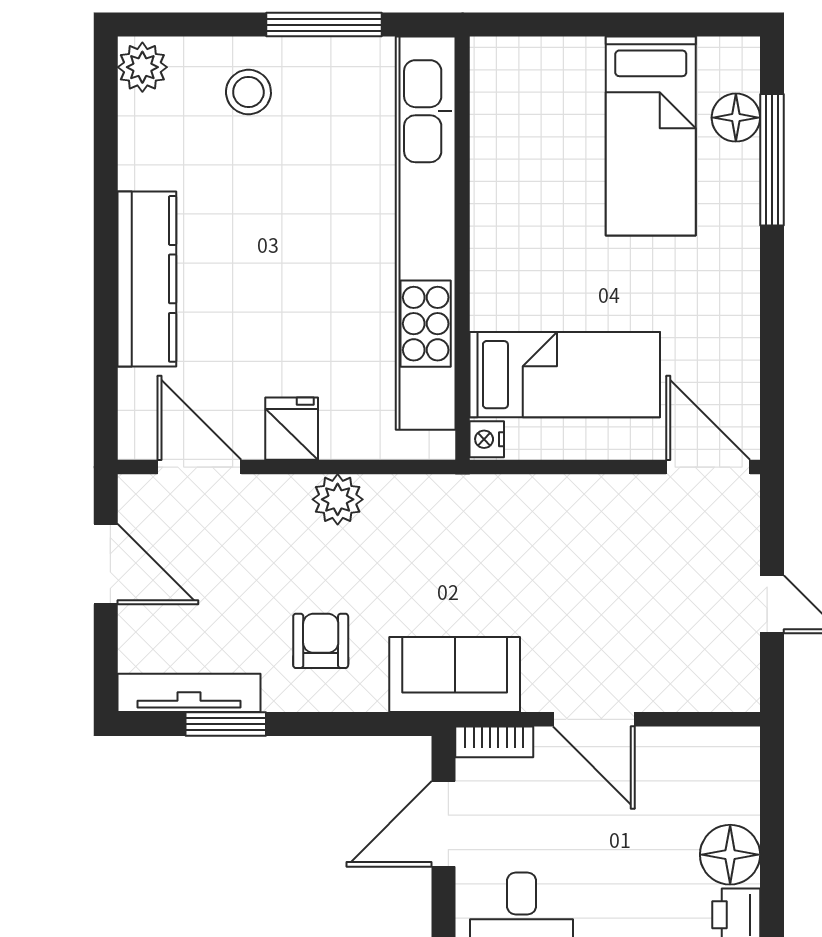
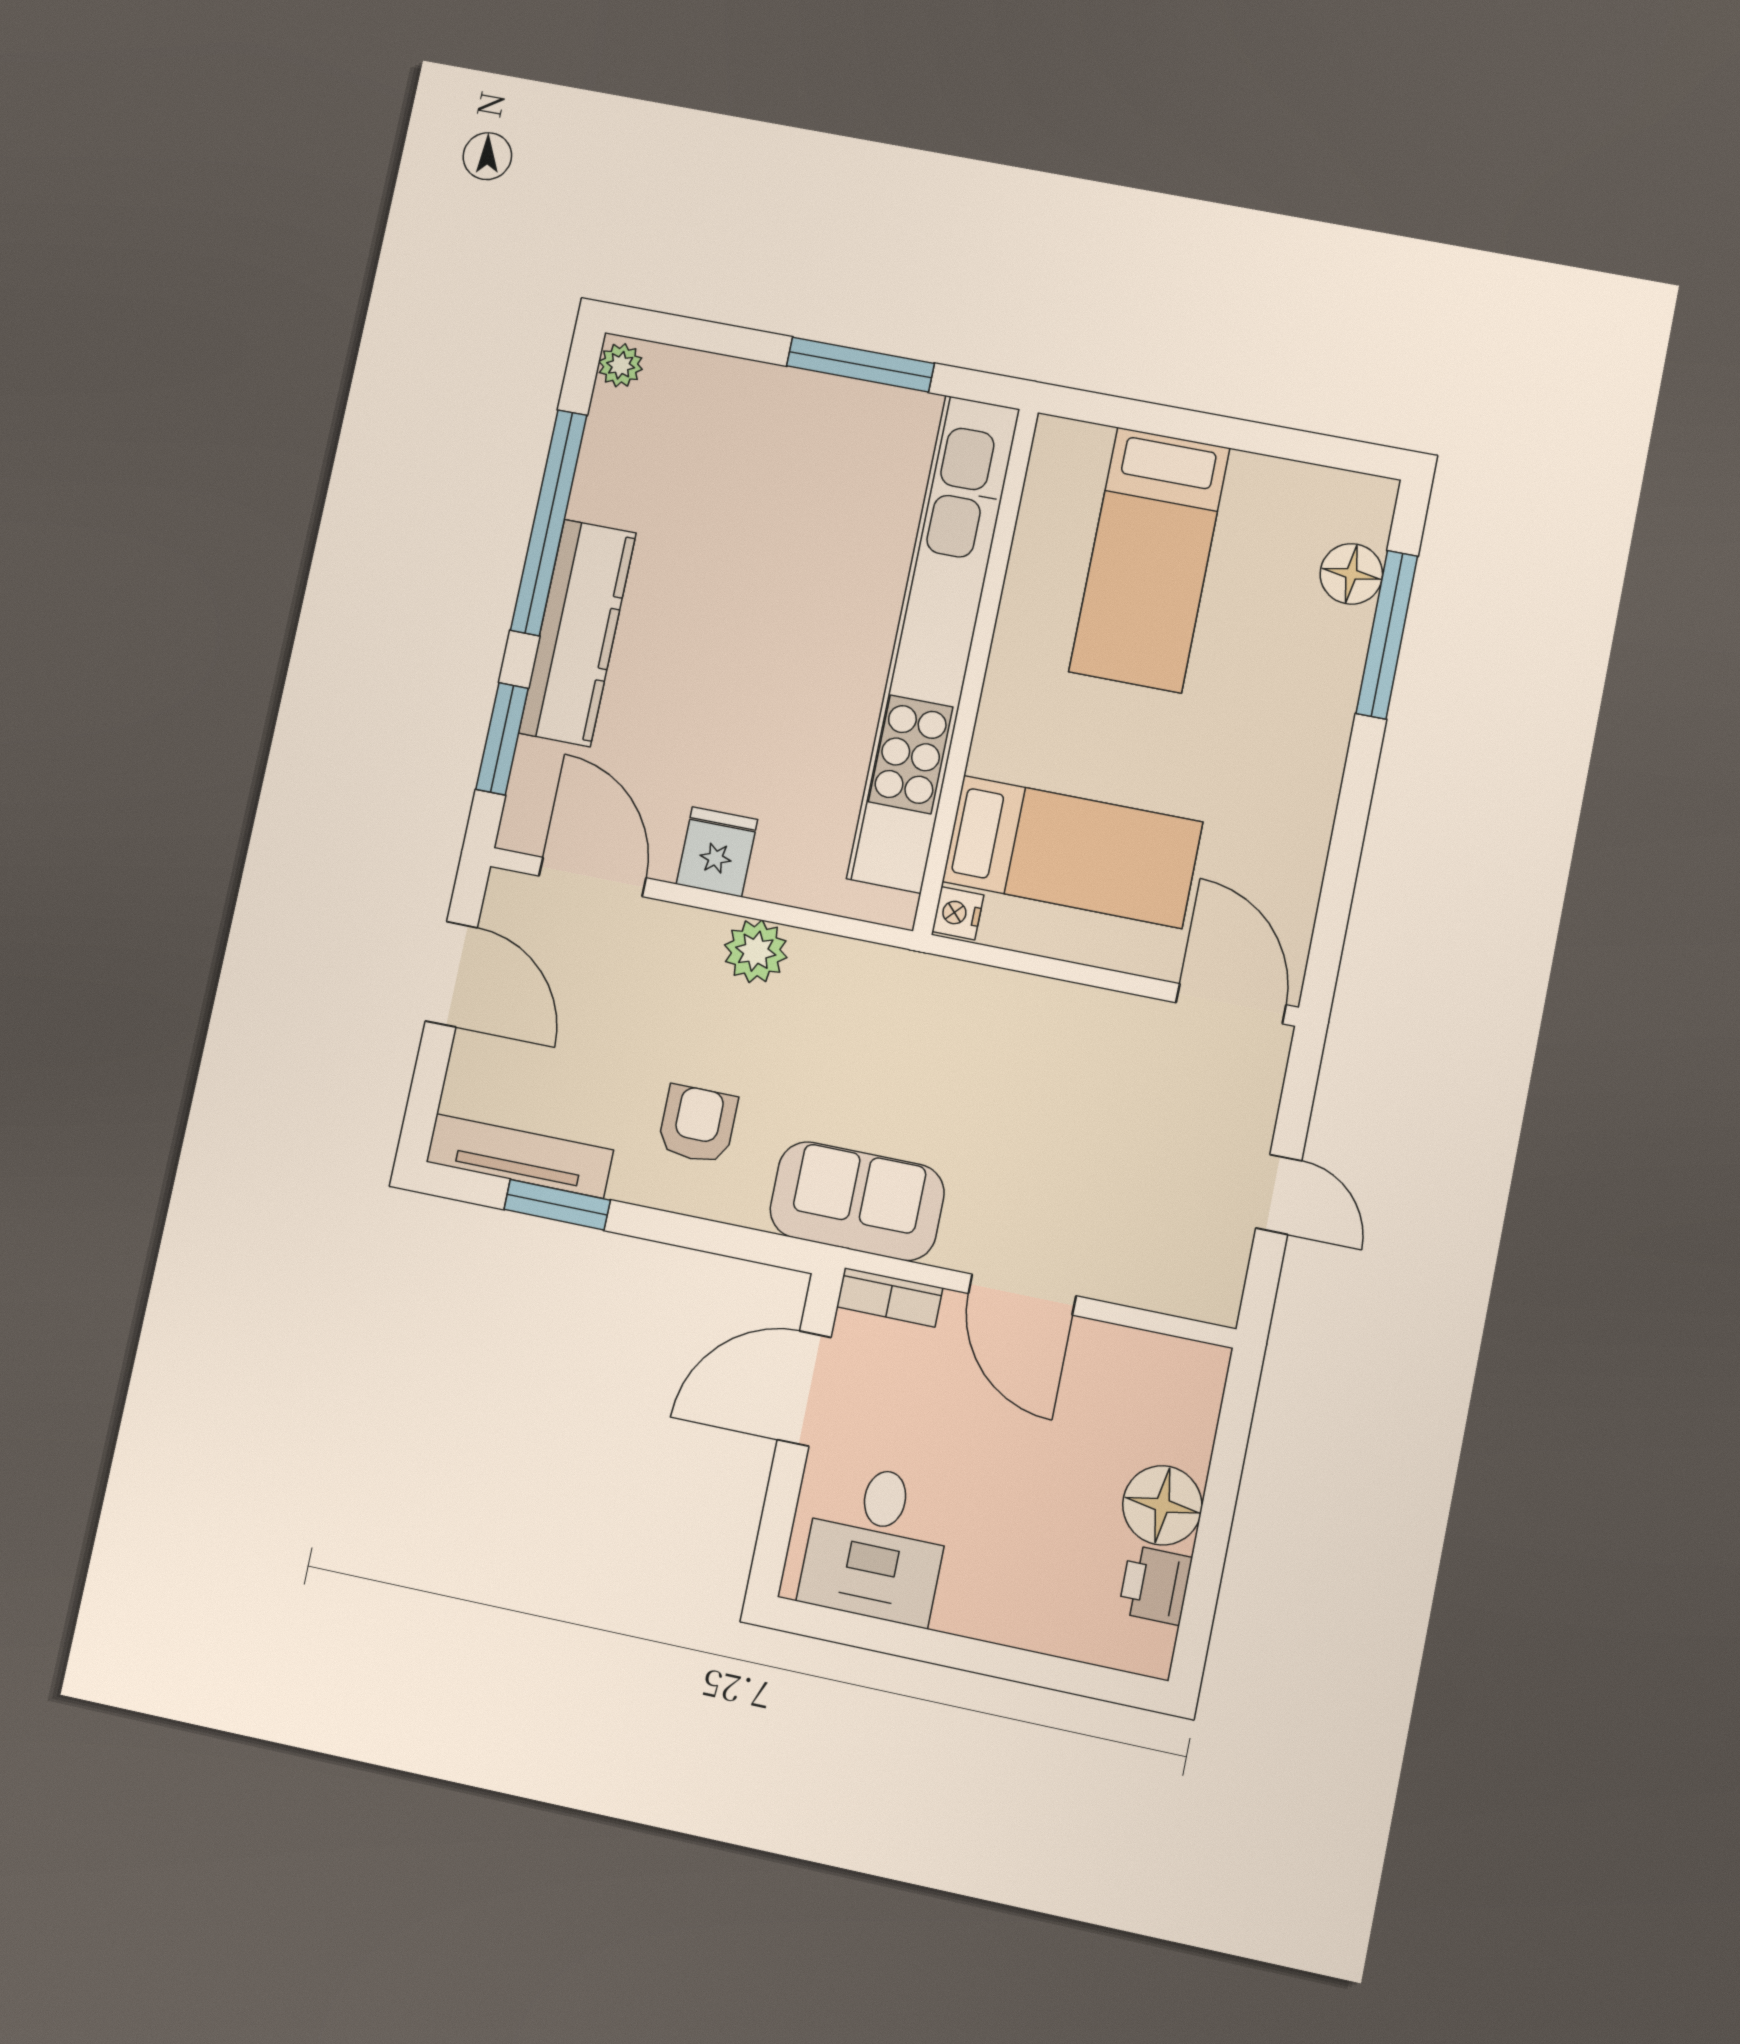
plant: (142, 67) -> (621, 365), width x0.73, depth x0.73
stool: (248, 92) -> (750, 429), removed
bed: (651, 136) -> (1149, 560), moved
window: (106, 196) -> (549, 523), added
window: (106, 373) -> (502, 739), added

